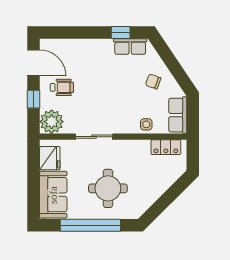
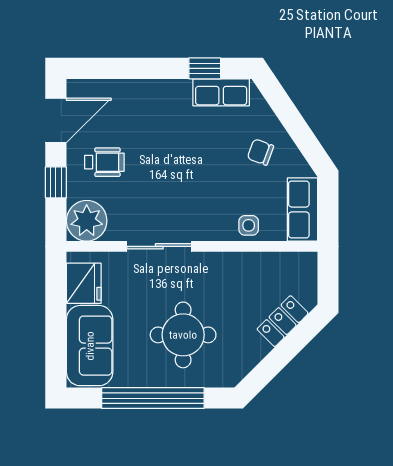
door: (34, 63) -> (56, 120), hinge flipped
locker: (166, 147) -> (283, 321), moved, turned 135

